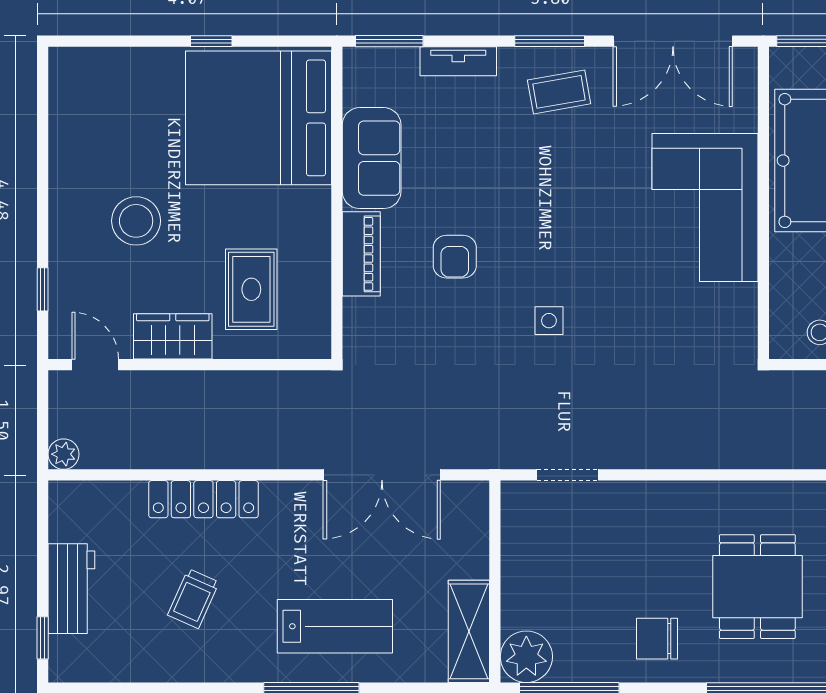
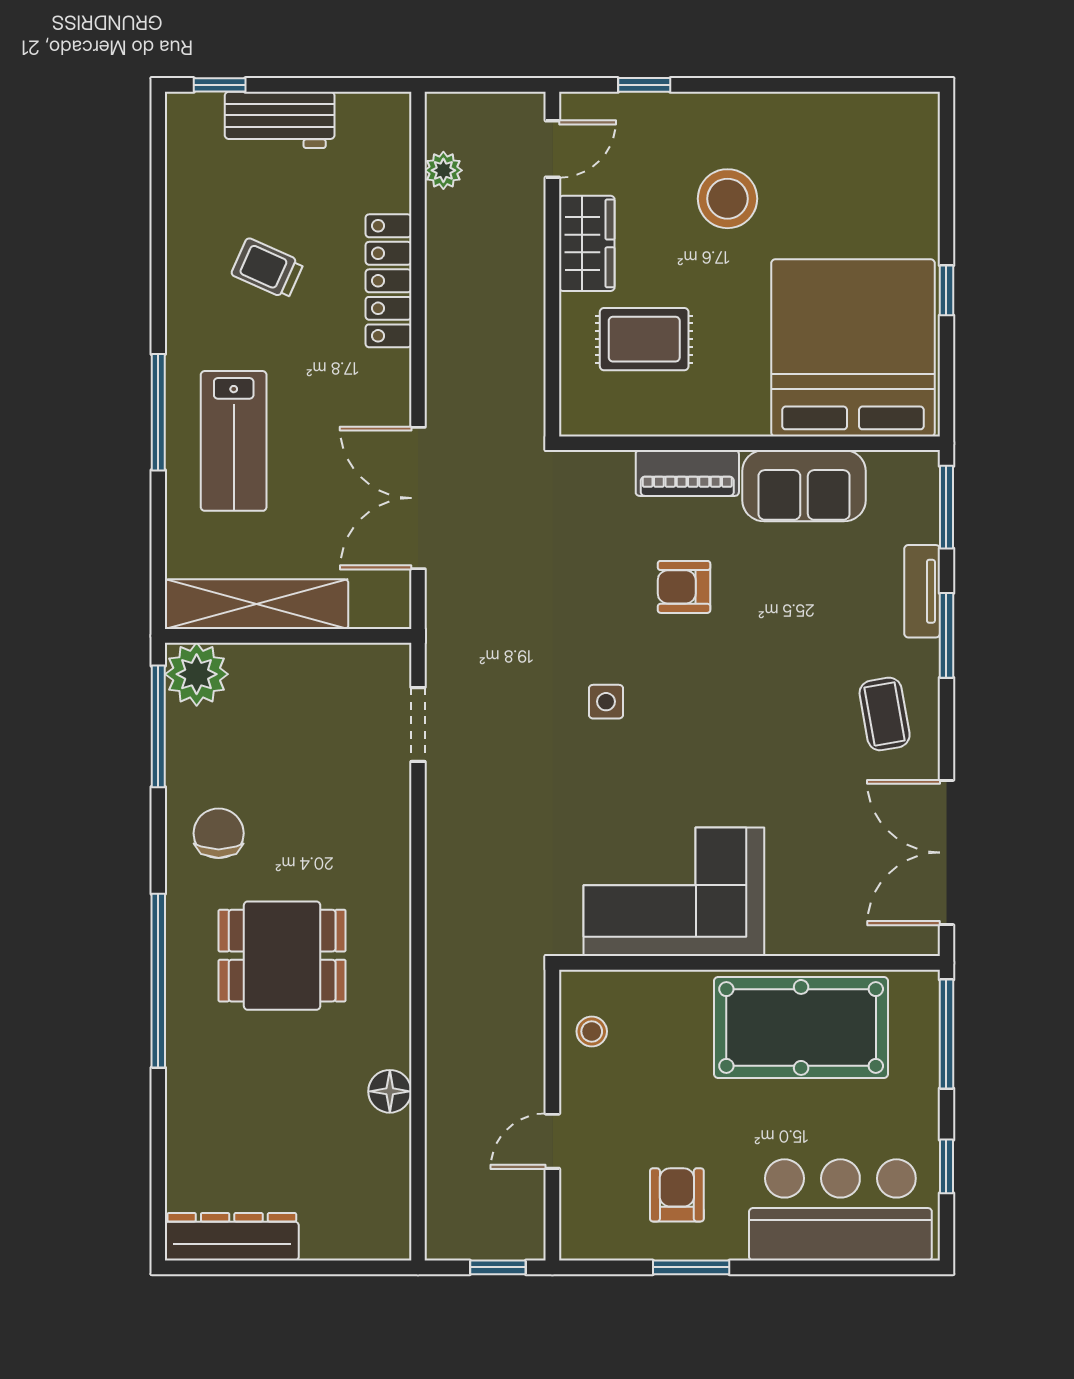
window: (550, 41) -> (946, 635), moved
corner sofa: (705, 208) -> (674, 892), moved
plant: (64, 454) -> (443, 170), moved
shelving: (469, 631) -> (257, 604), width x1.47

